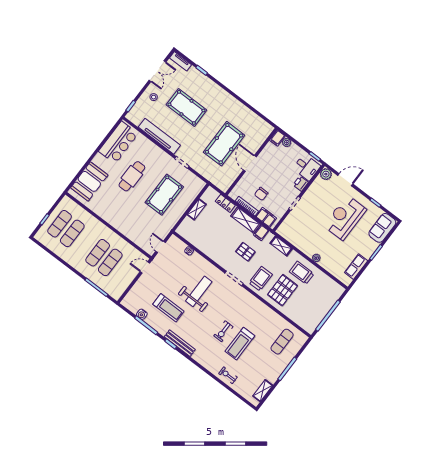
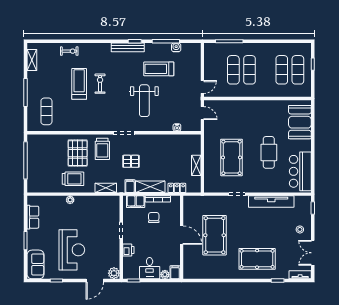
pool table: (186, 107) -> (257, 259), moved
desk: (307, 167) -> (150, 268), moved, turned -90

